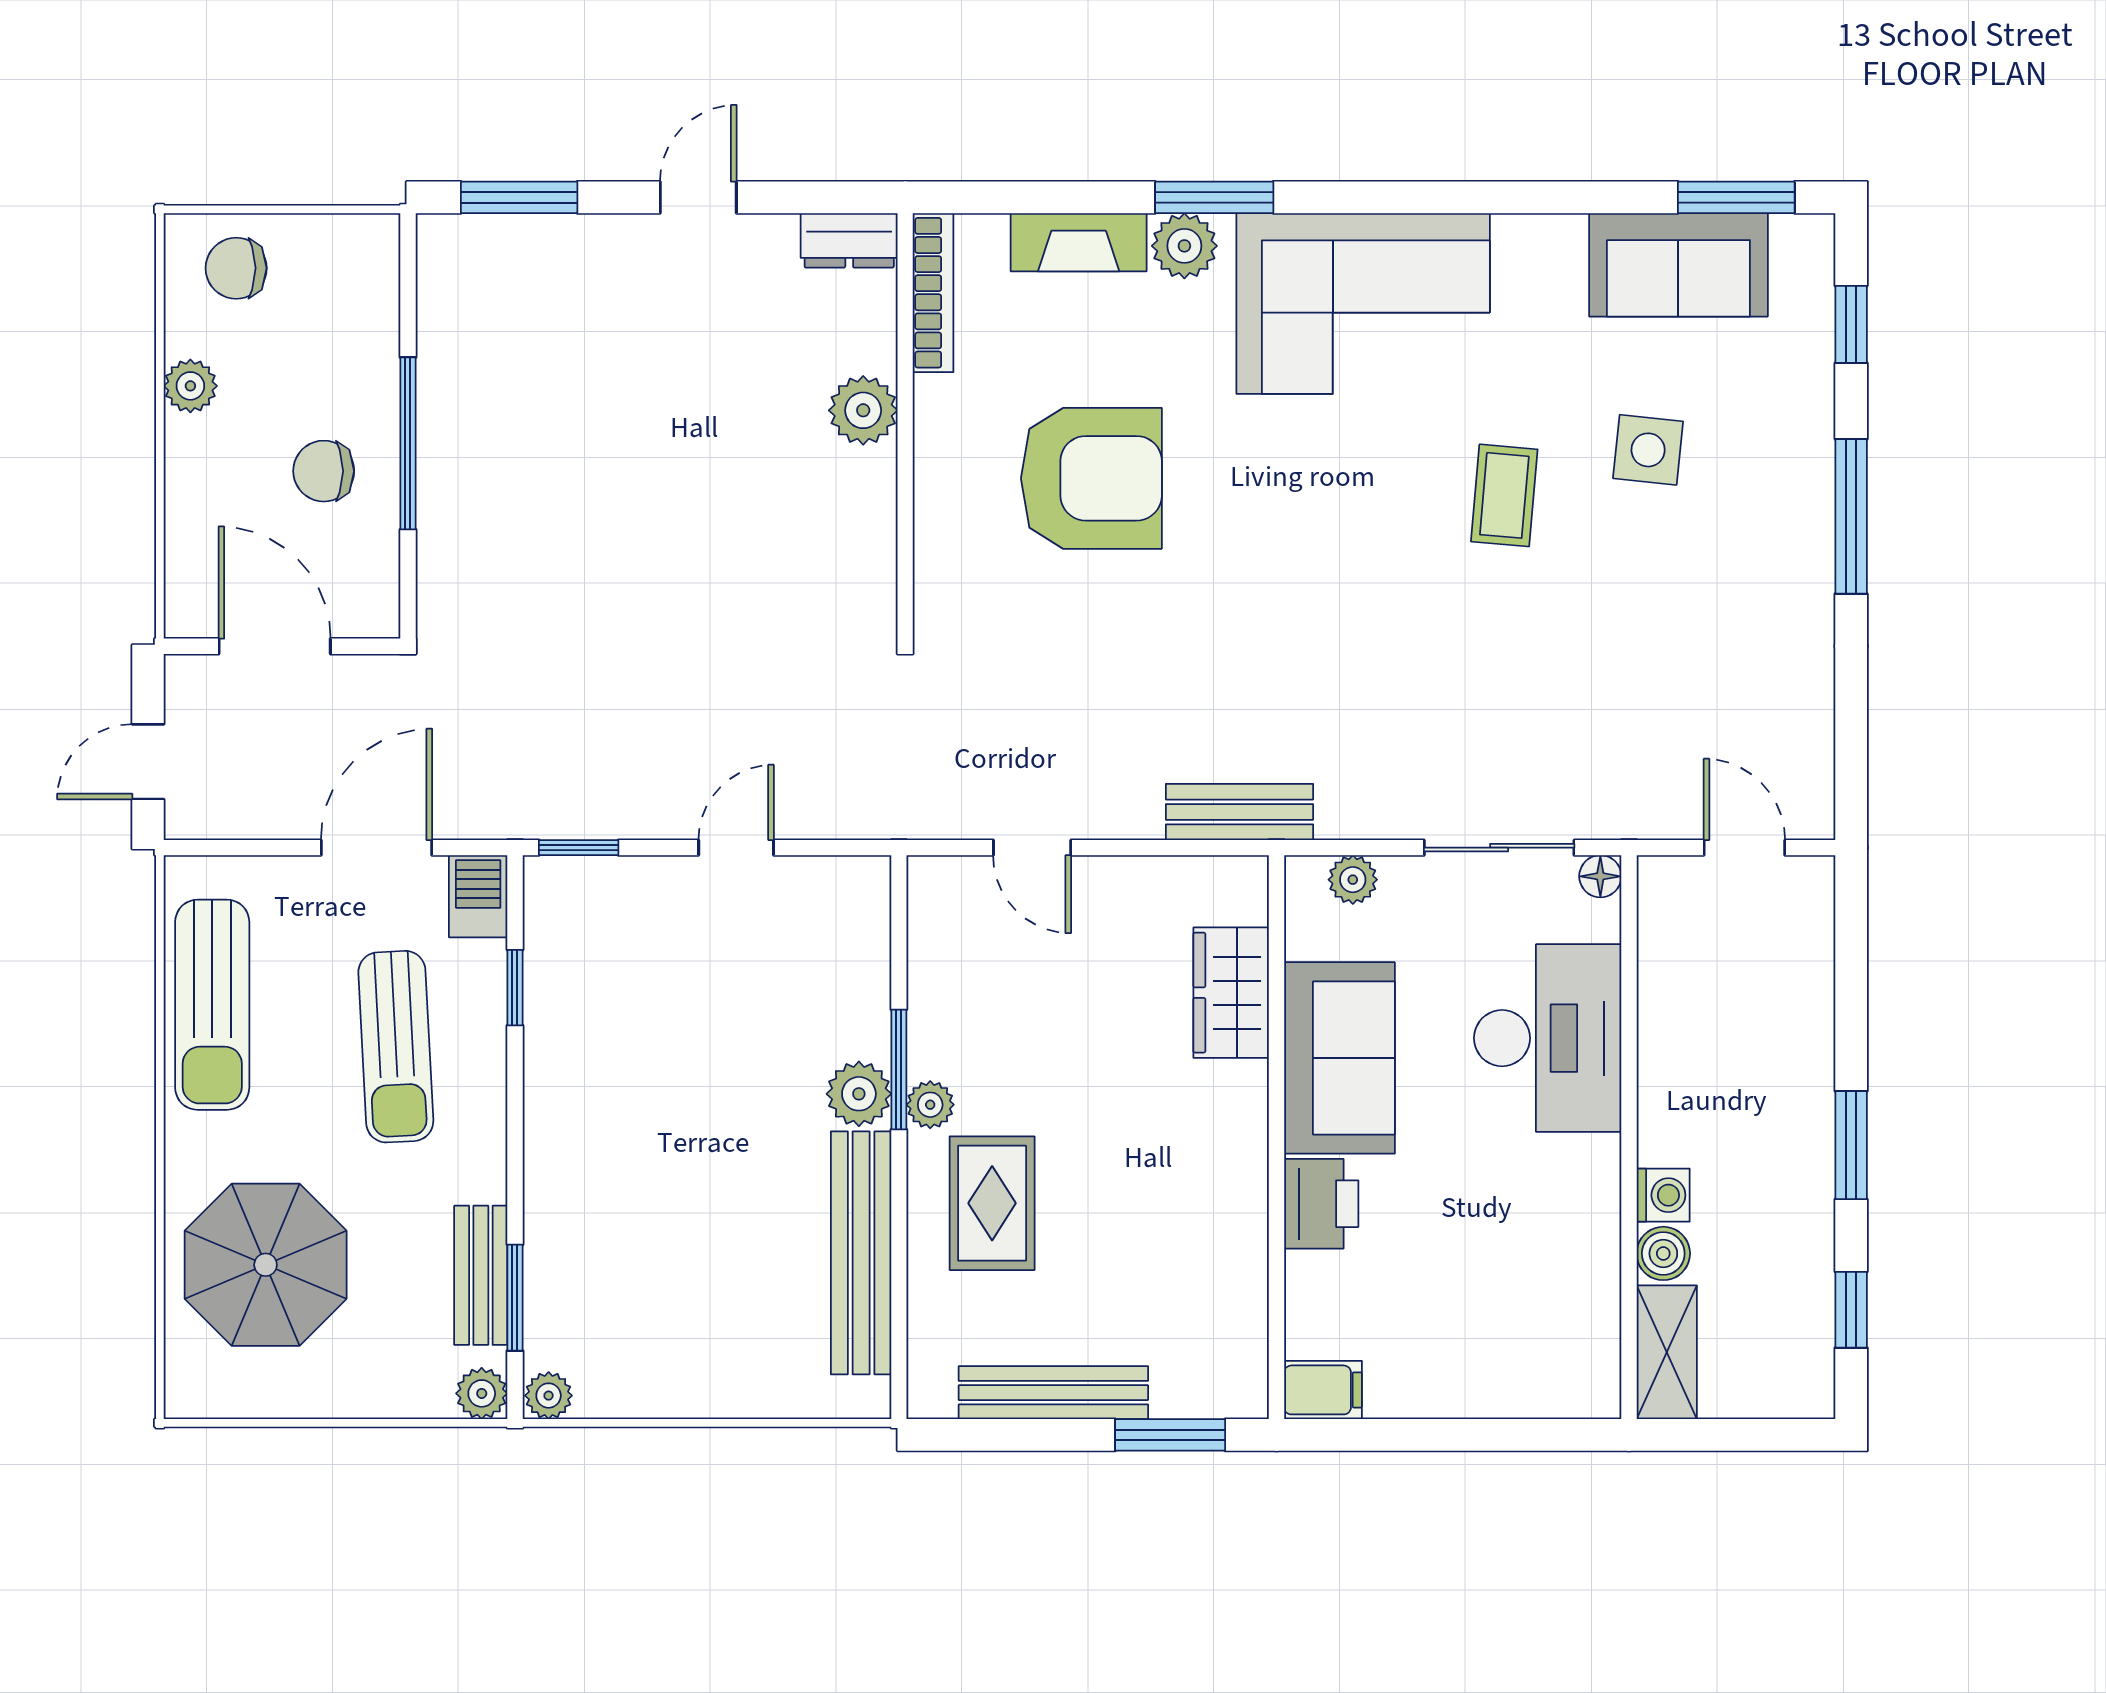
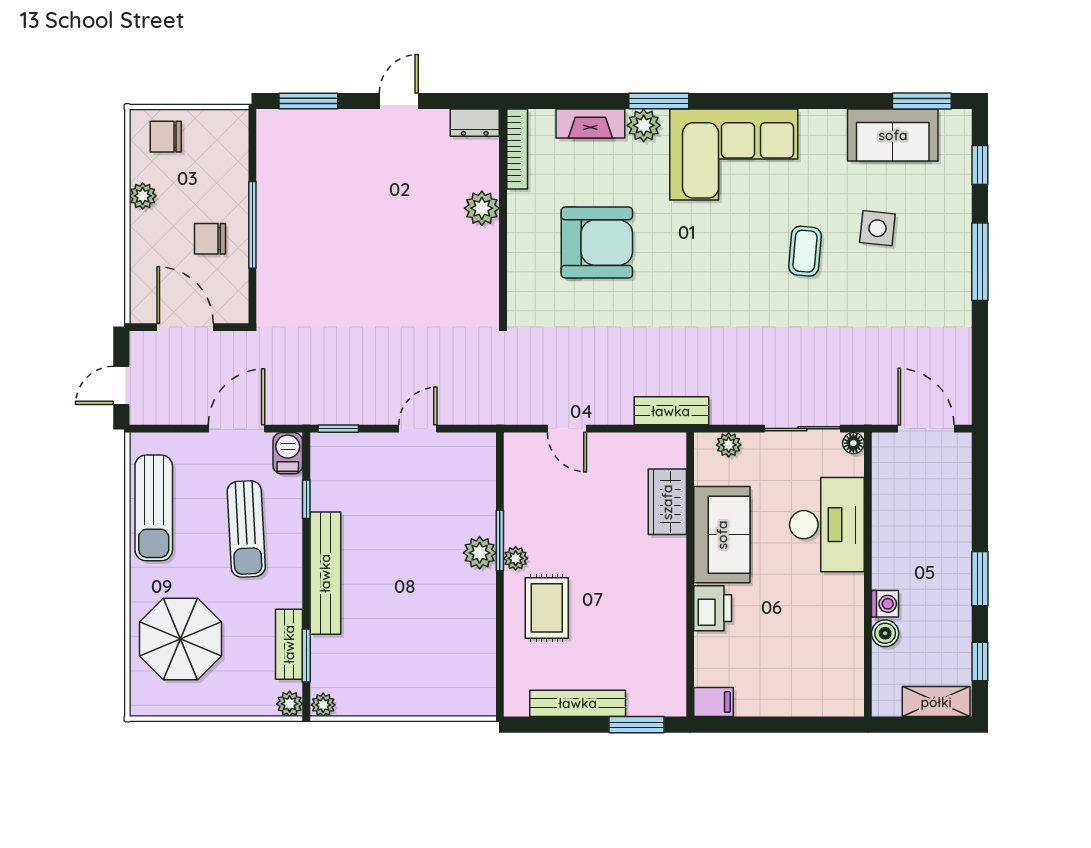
door: (1744, 848) -> (926, 429), width x1.38
bench: (861, 1253) -> (325, 573), moved
shelving: (1667, 1352) -> (936, 702), moved, turned 90

